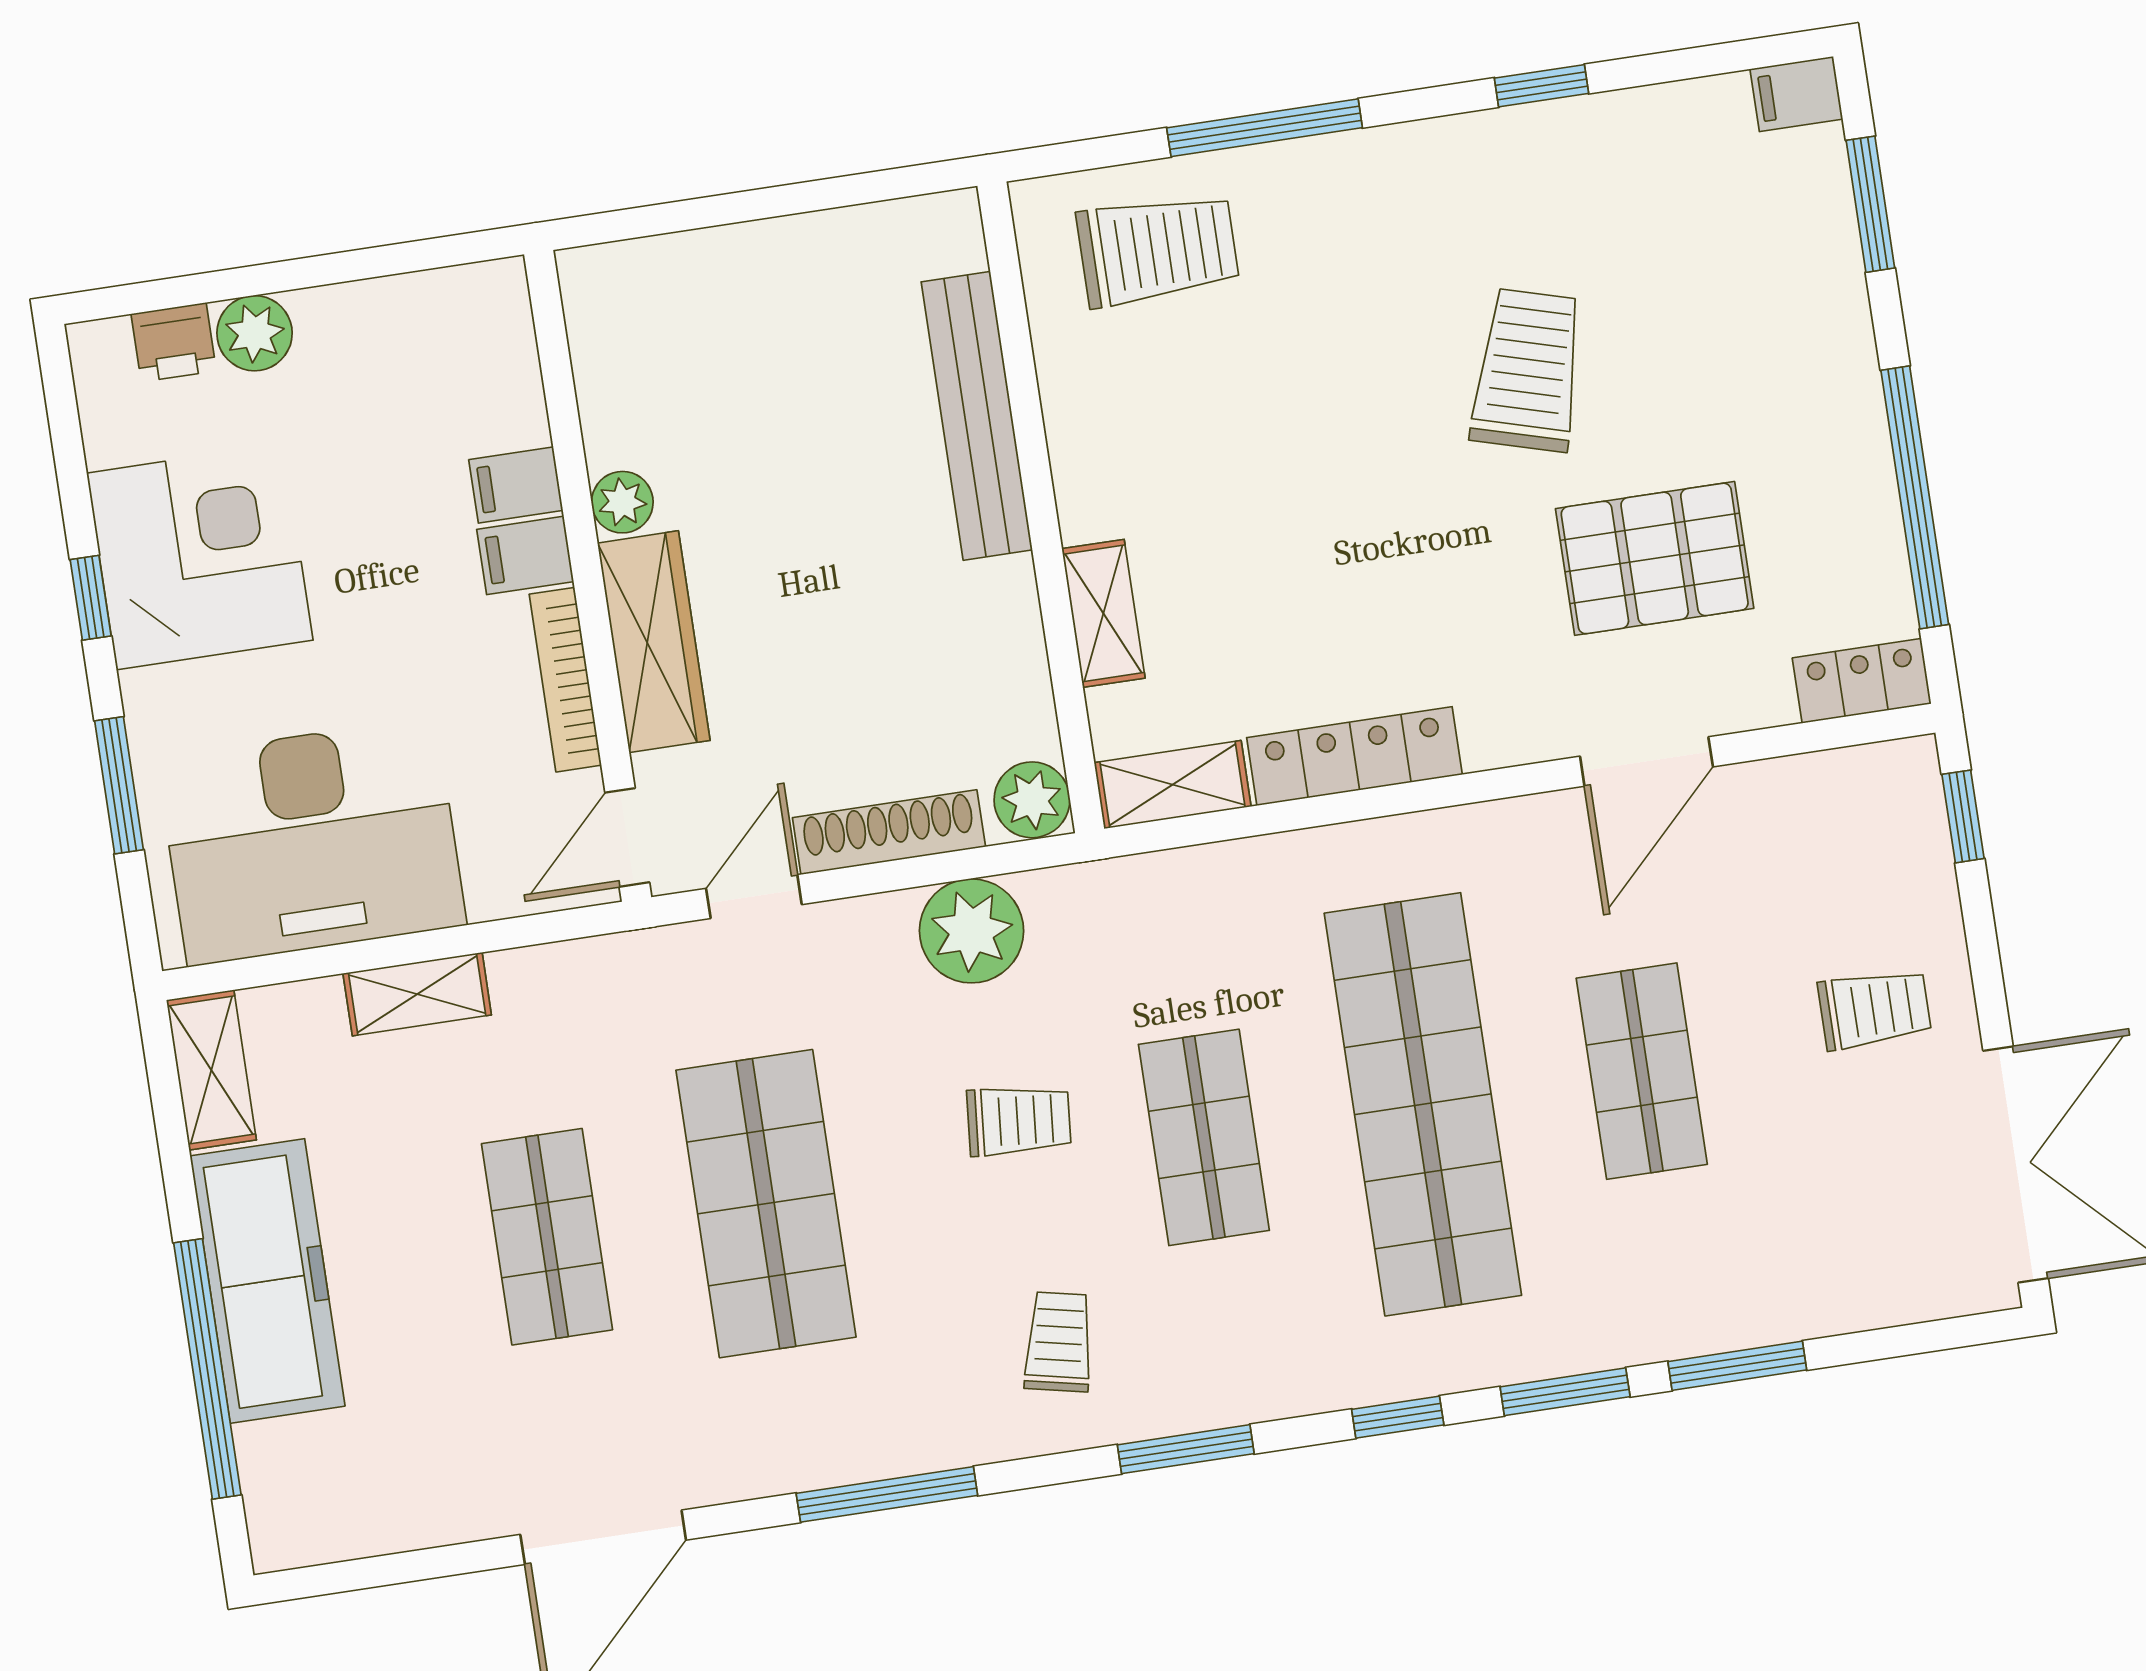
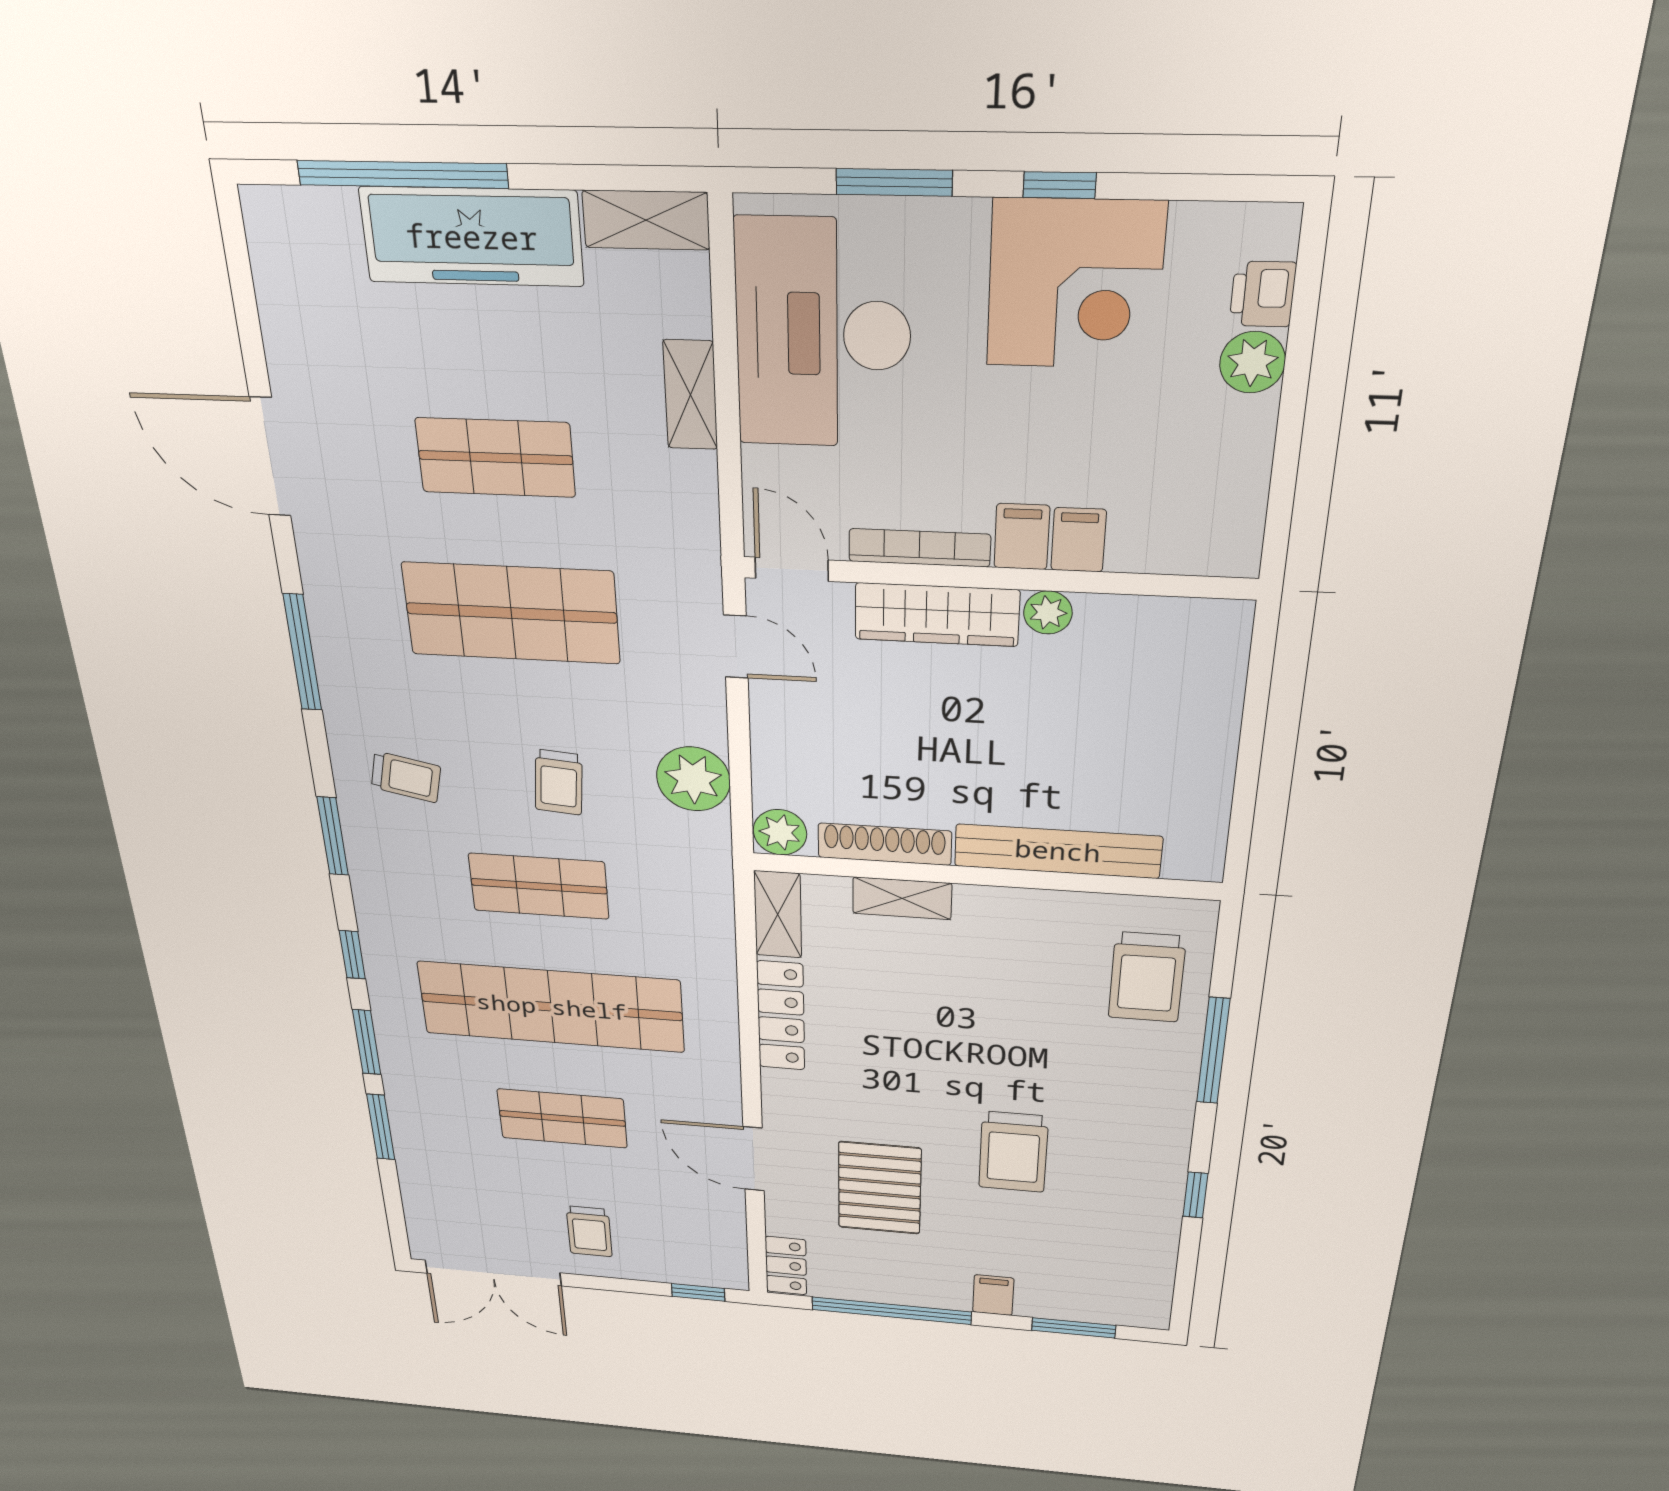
filing cabinet: (1796, 94) -> (993, 1295), moved
trolley: (1528, 370) -> (1013, 1152), turned 74
shoe rack: (889, 832) -> (885, 844), moved, turned -90

